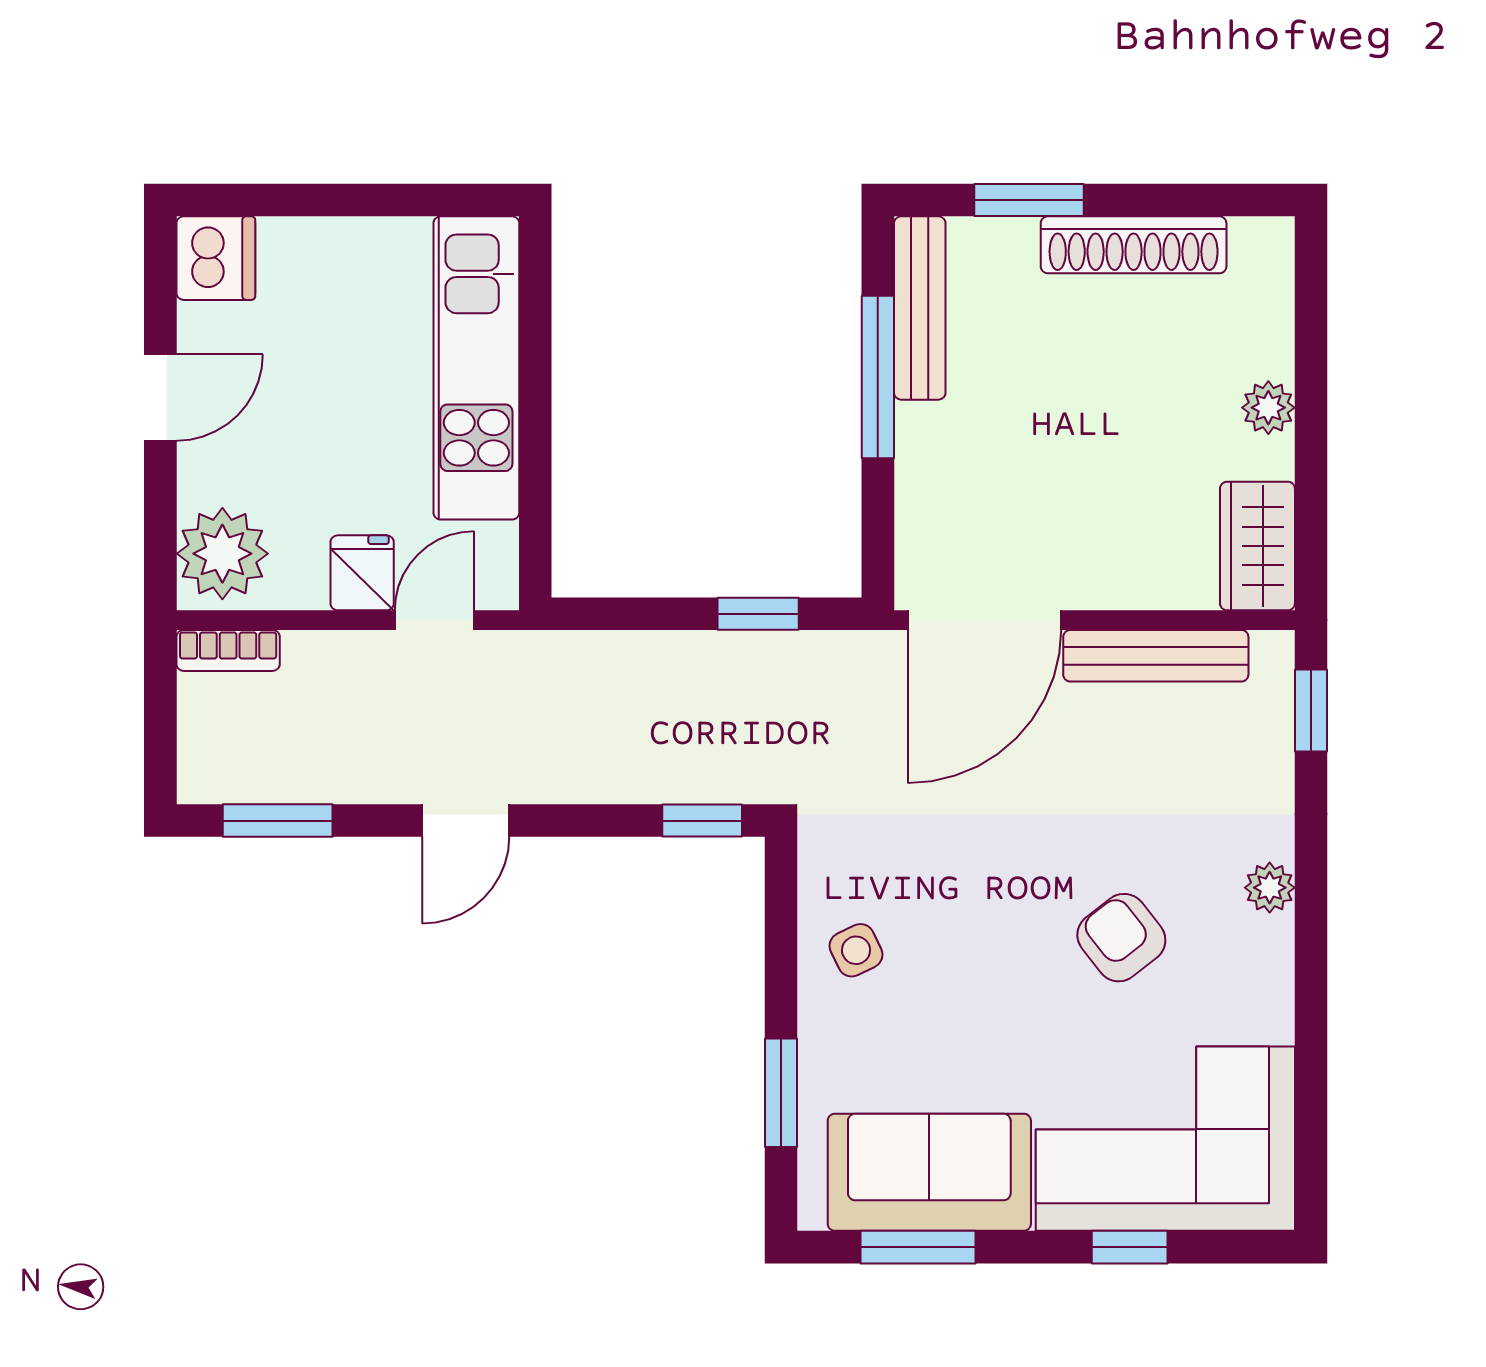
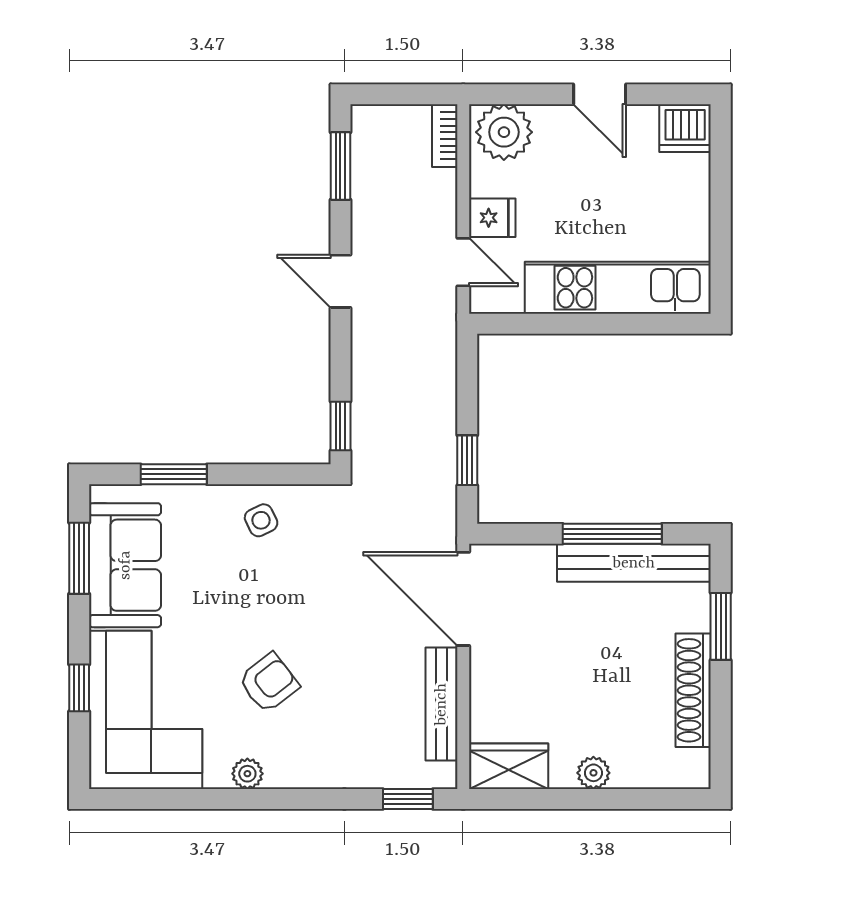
bench: (920, 308) -> (634, 563), width x1.37, depth x1.21
plant: (1270, 888) -> (247, 774), moved

